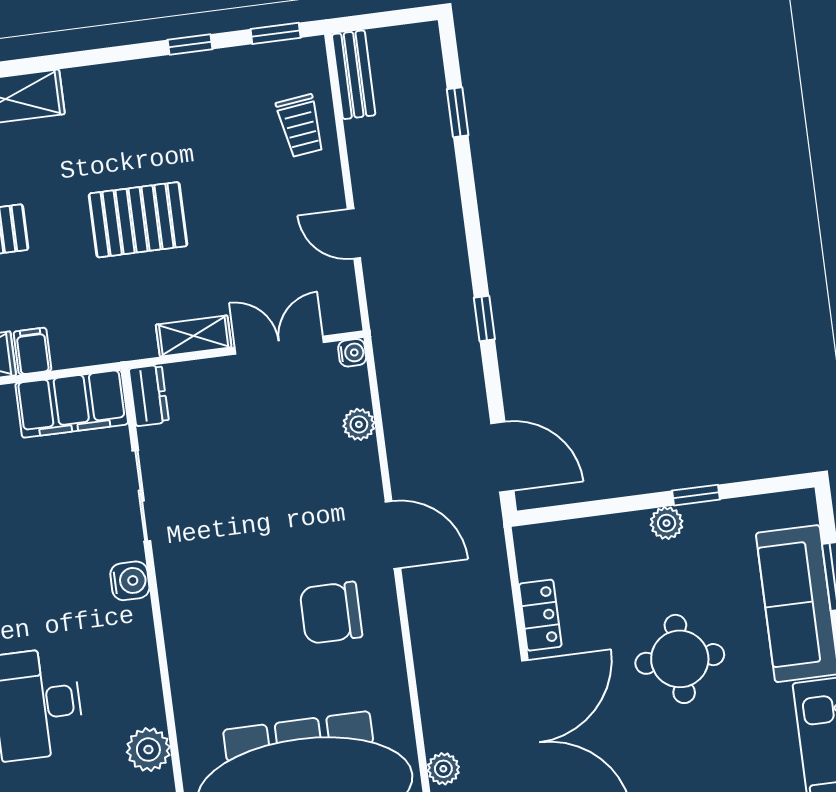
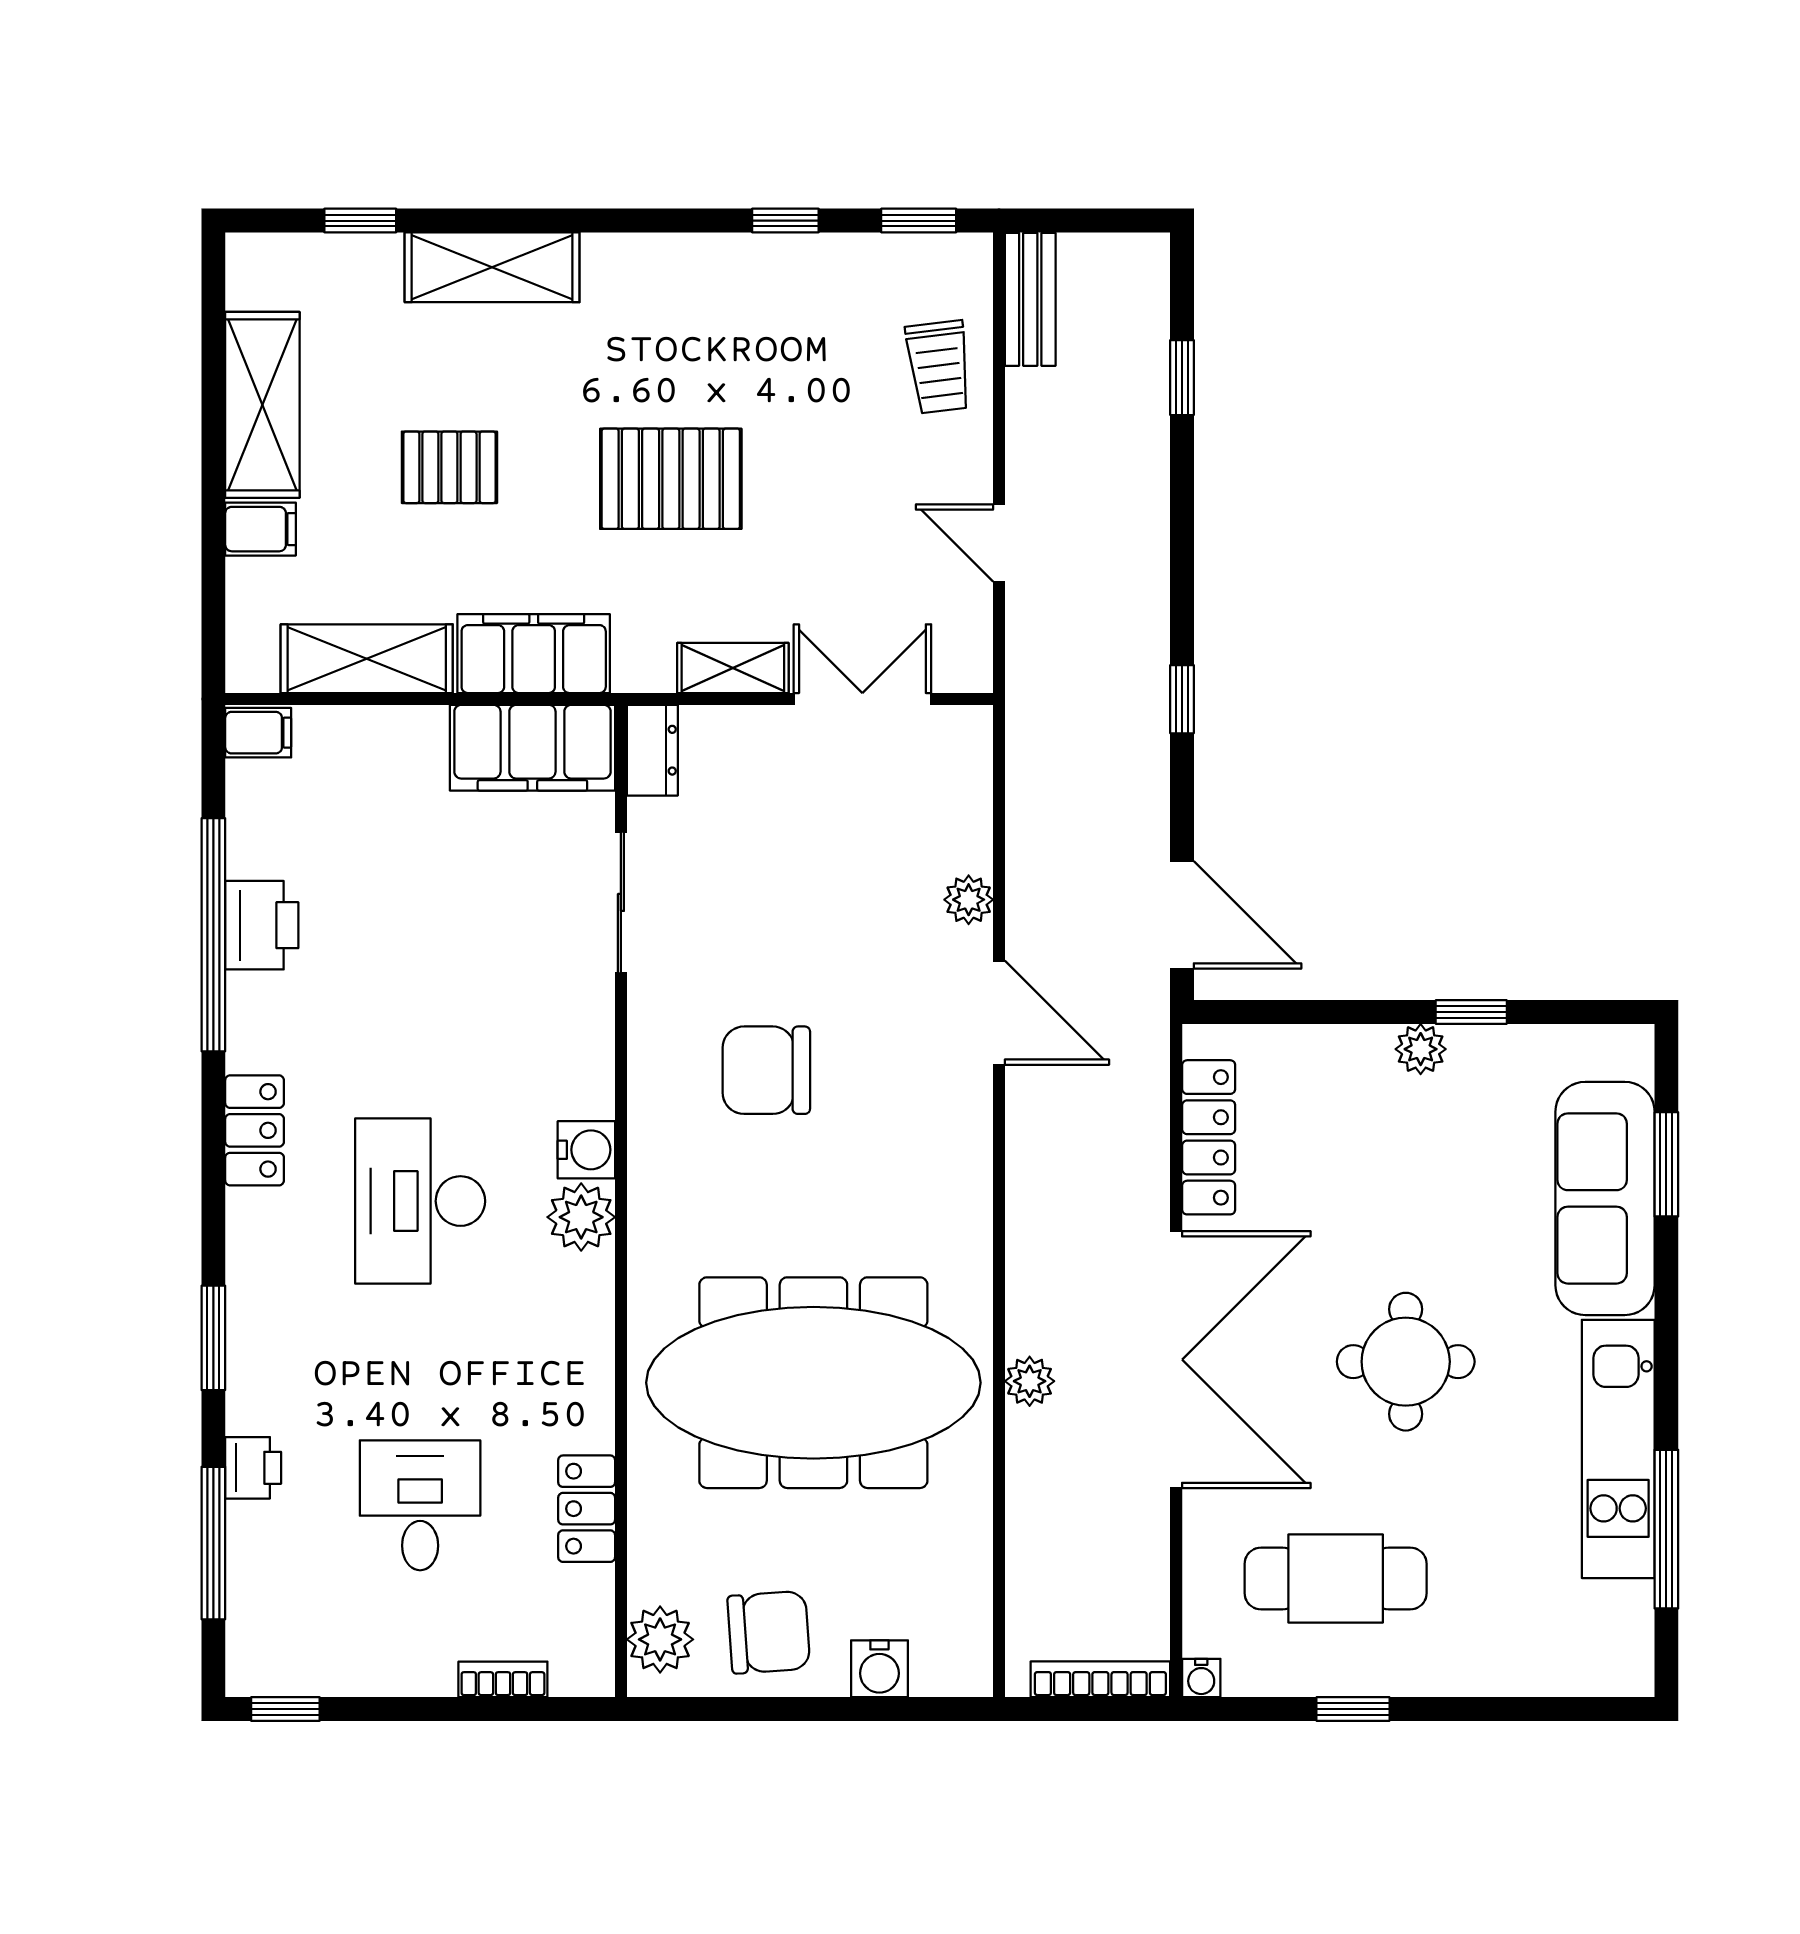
filing cabinet: (33, 351) -> (534, 654), width x3.00, depth x1.17
water cooler: (352, 353) -> (973, 725), removed
plant: (359, 424) -> (969, 900), moved
water cooler: (130, 581) -> (586, 1150), moved
chair: (331, 613) -> (766, 1070), moved
locker: (540, 615) -> (1209, 1137), width x1.53
round table: (680, 659) -> (1406, 1362), moved
plant: (148, 750) -> (581, 1217), moved

